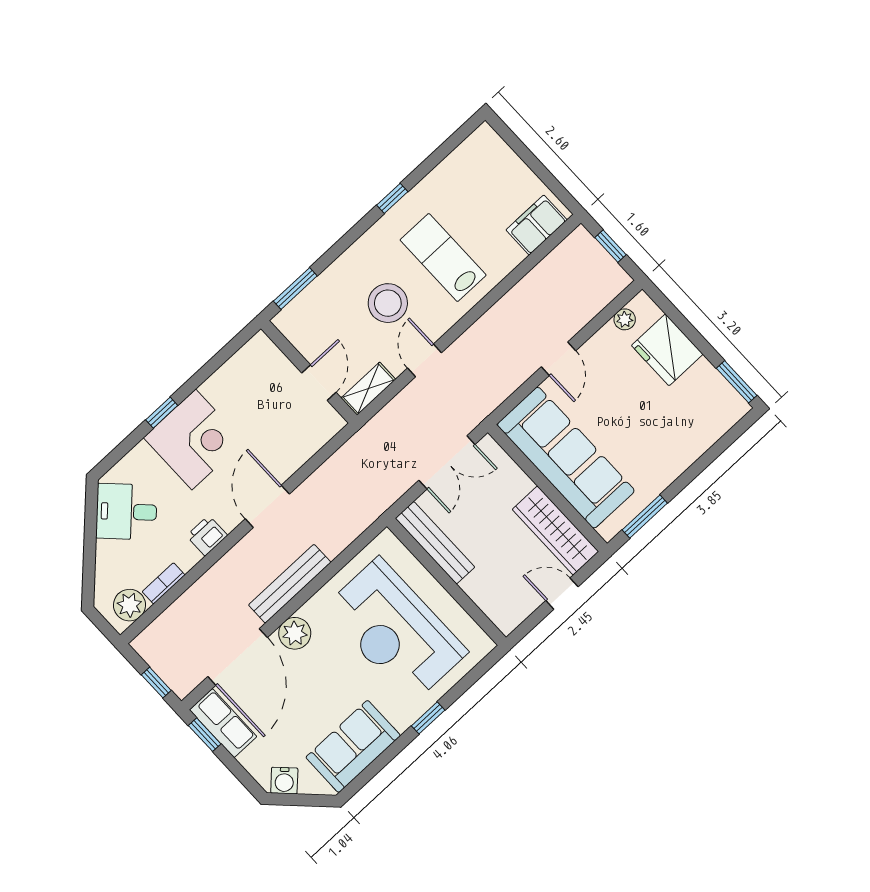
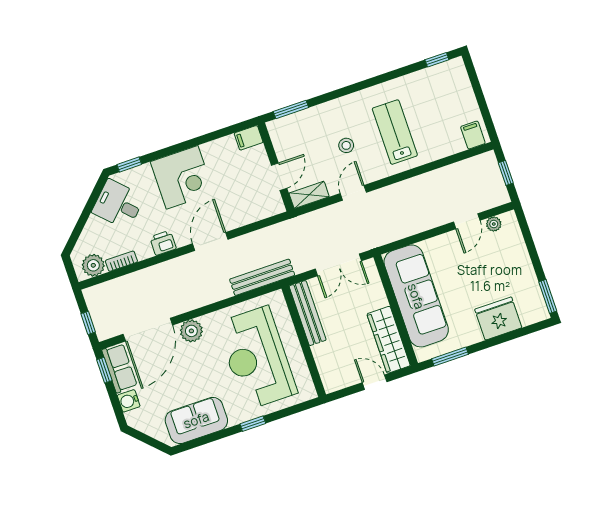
window: (392, 198) -> (437, 60), moved
filing cabinet: (537, 225) -> (473, 135), width x0.50
stool: (388, 303) -> (346, 145), width x0.53, depth x0.53
filing cabinet: (257, 350) -> (249, 138), added
fridge: (667, 350) -> (498, 318), moved, turned 90
door: (558, 359) -> (467, 221), moved
window: (162, 413) -> (129, 165), moved
bench: (290, 584) -> (262, 277), moved
water cooler: (284, 781) -> (129, 401), moved, turned 45

